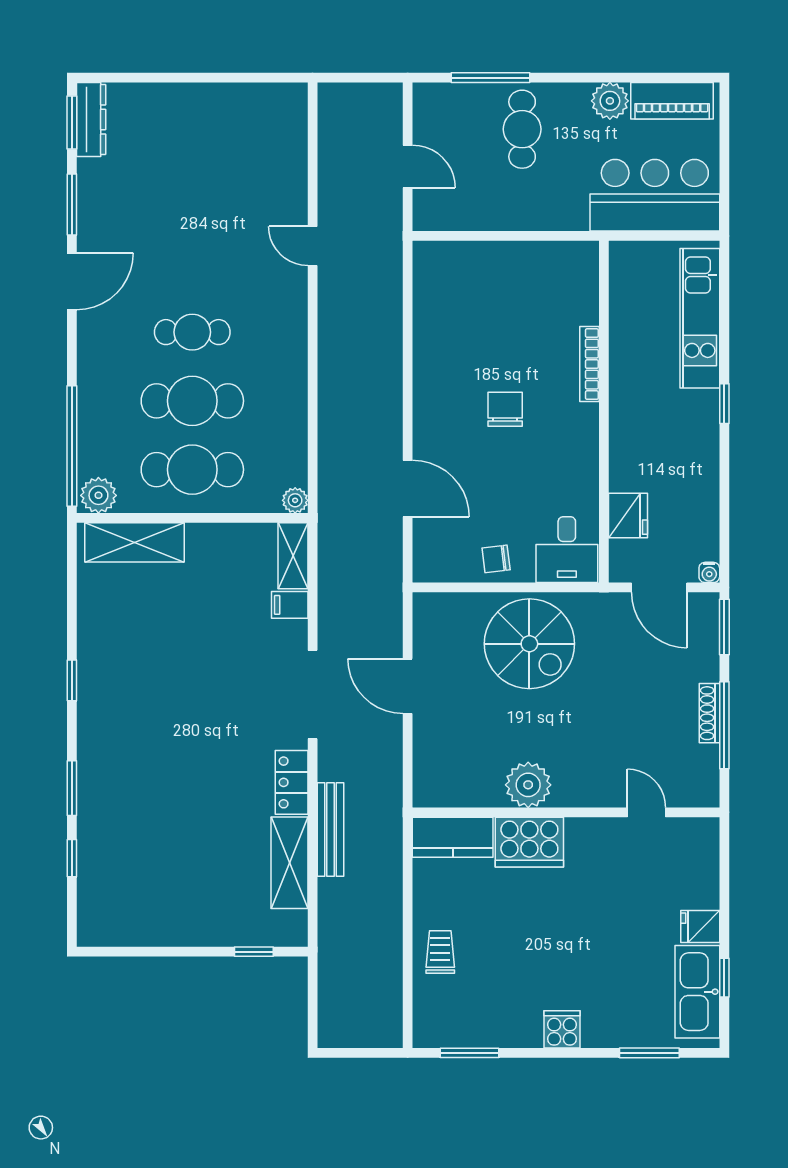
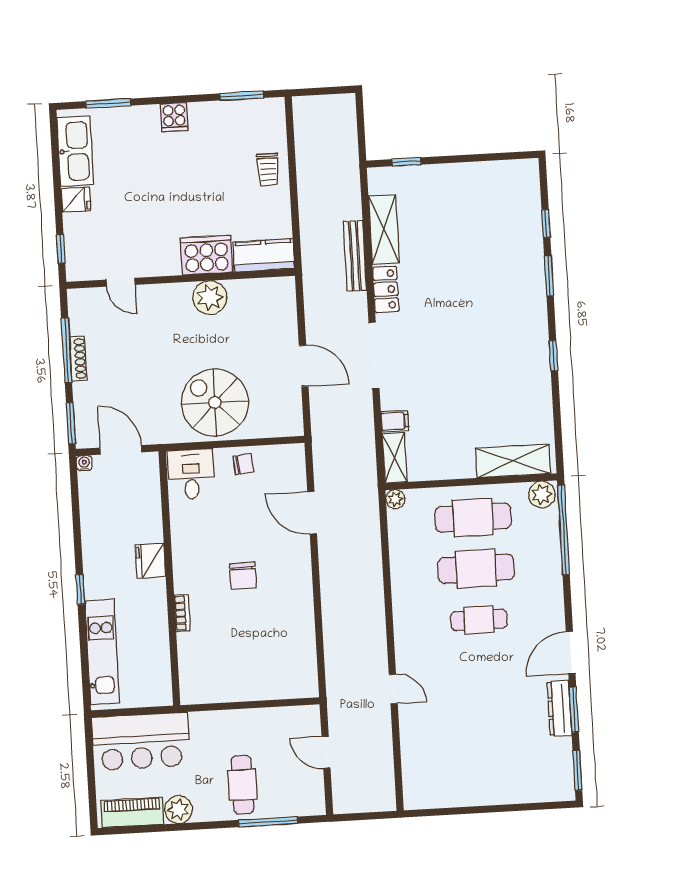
dresser: (91, 119) -> (559, 708), moved
bookcase: (590, 364) -> (182, 613), width x0.64
fridge: (628, 515) -> (151, 561), moved
window: (724, 978) -> (61, 249), moved

